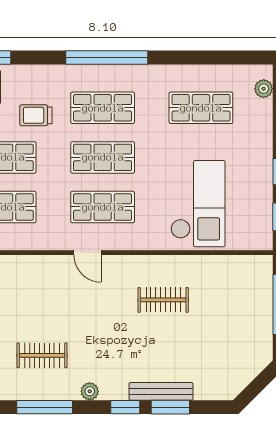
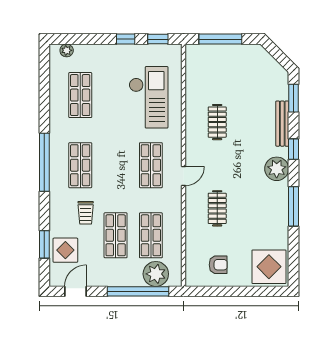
shop shelf: (103, 157) -> (116, 165), removed
checkout: (198, 204) -> (149, 97), turned 90
clothes rail: (42, 355) -> (217, 208), moved
plant: (90, 391) -> (277, 169), width x1.87, depth x1.87
window: (170, 407) -> (293, 98), moved

